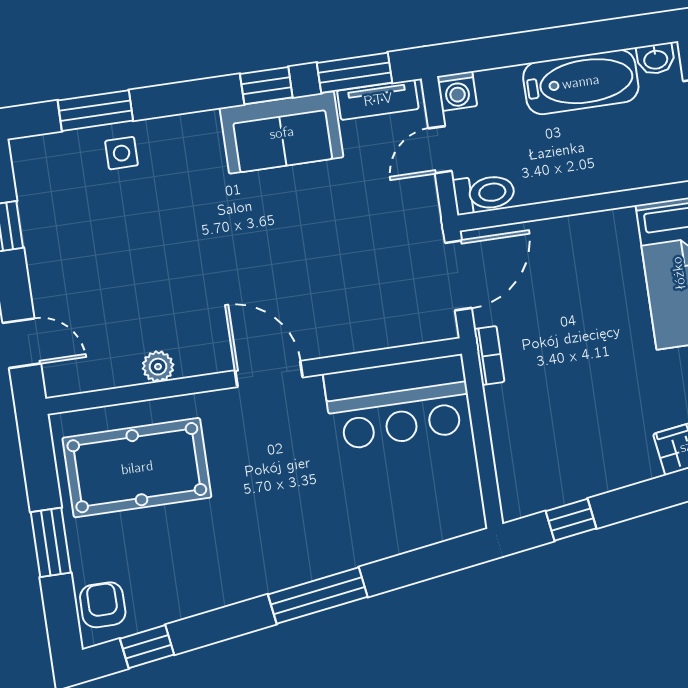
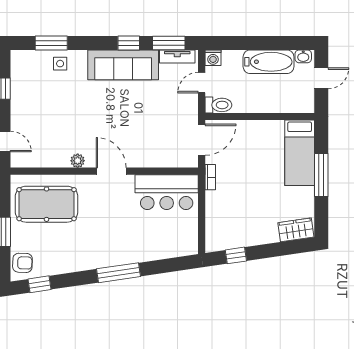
sofa: (282, 133) -> (123, 65), width x1.36
plant: (158, 367) -> (78, 161), moved
armchair: (103, 605) -> (22, 263), turned 92

